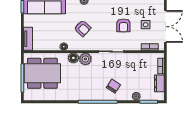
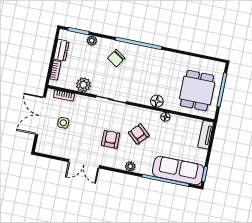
armchair: (123, 25) -> (111, 139), moved
plant: (85, 59) -> (83, 85), moved
dining table: (42, 73) -> (197, 91), width x0.73

